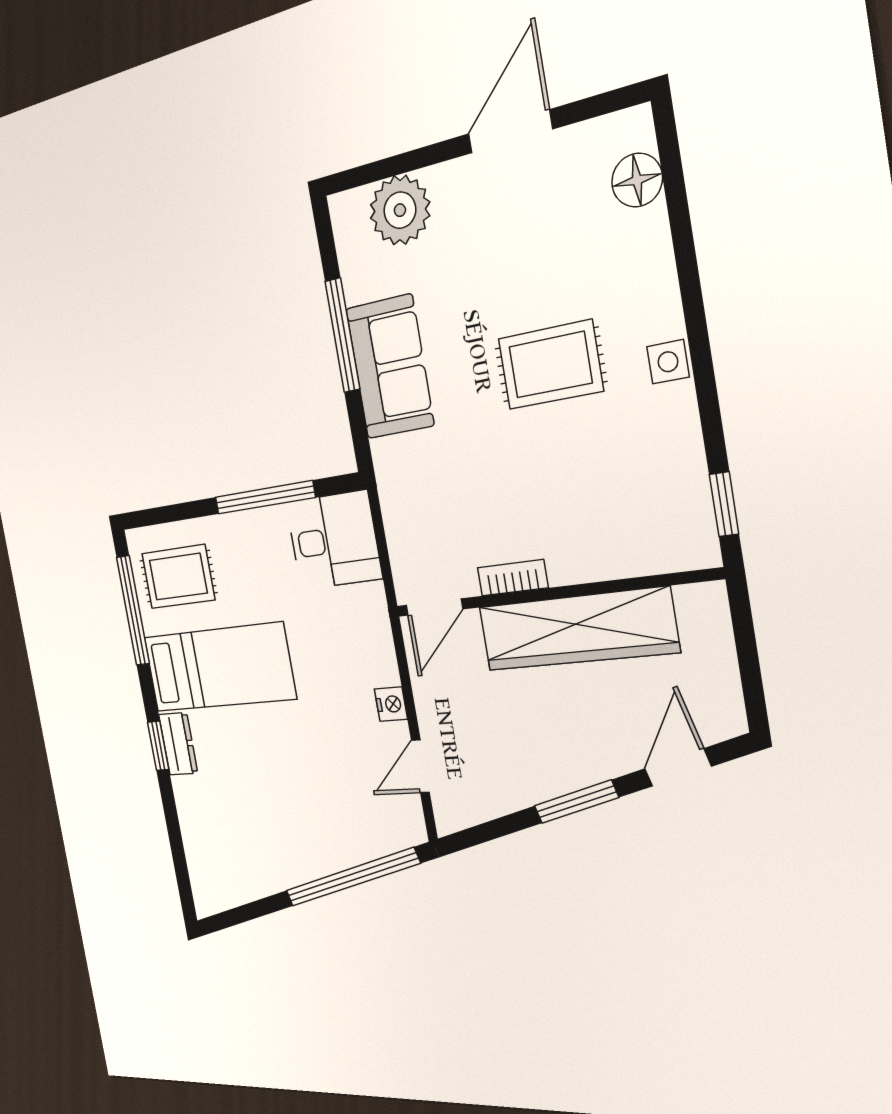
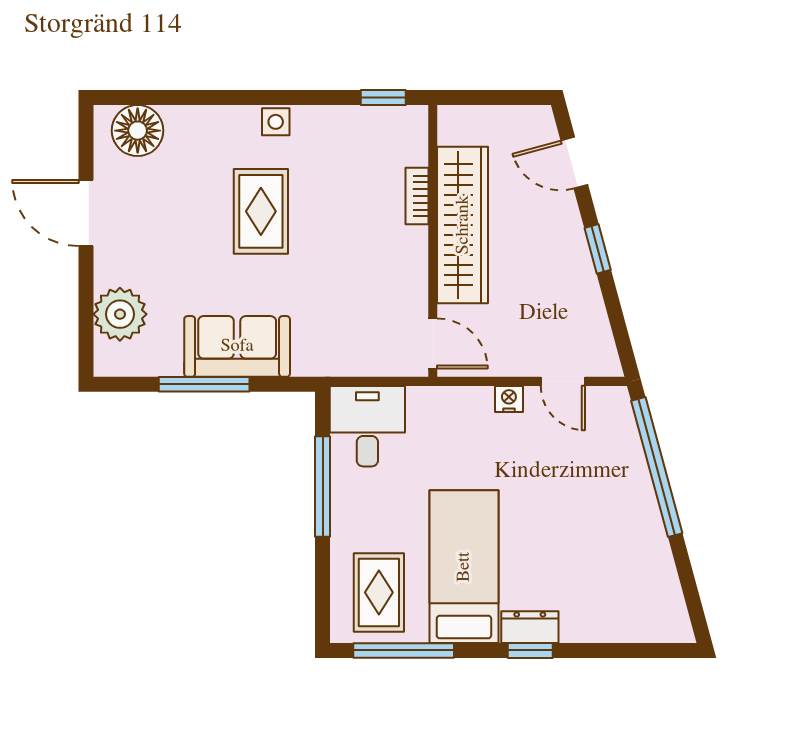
floor lamp: (637, 180) -> (138, 131), width x1.38, depth x1.38
bookcase: (513, 578) -> (417, 196), moved
window: (576, 802) -> (598, 249), width x0.67

